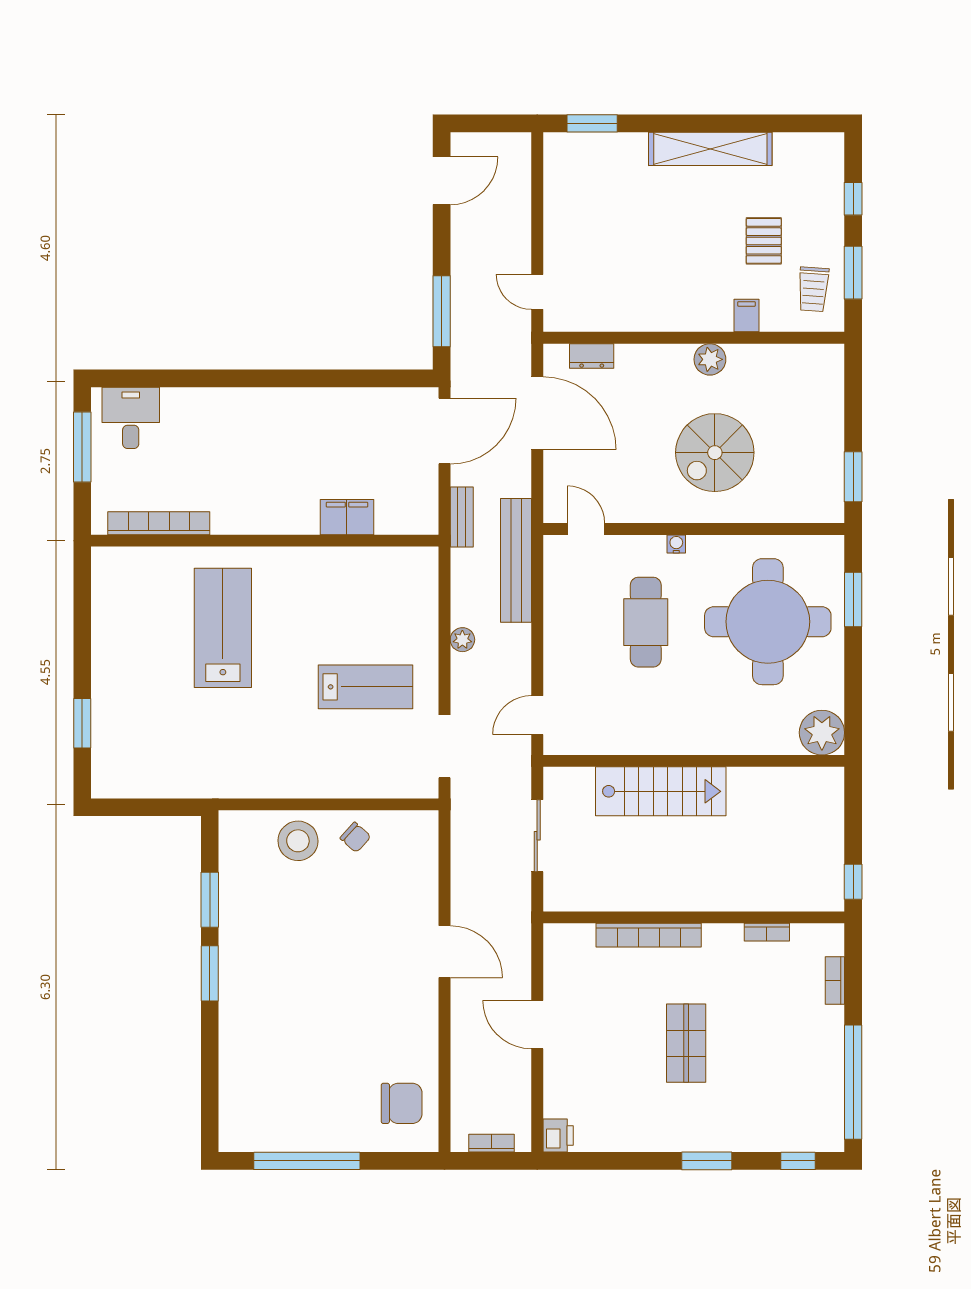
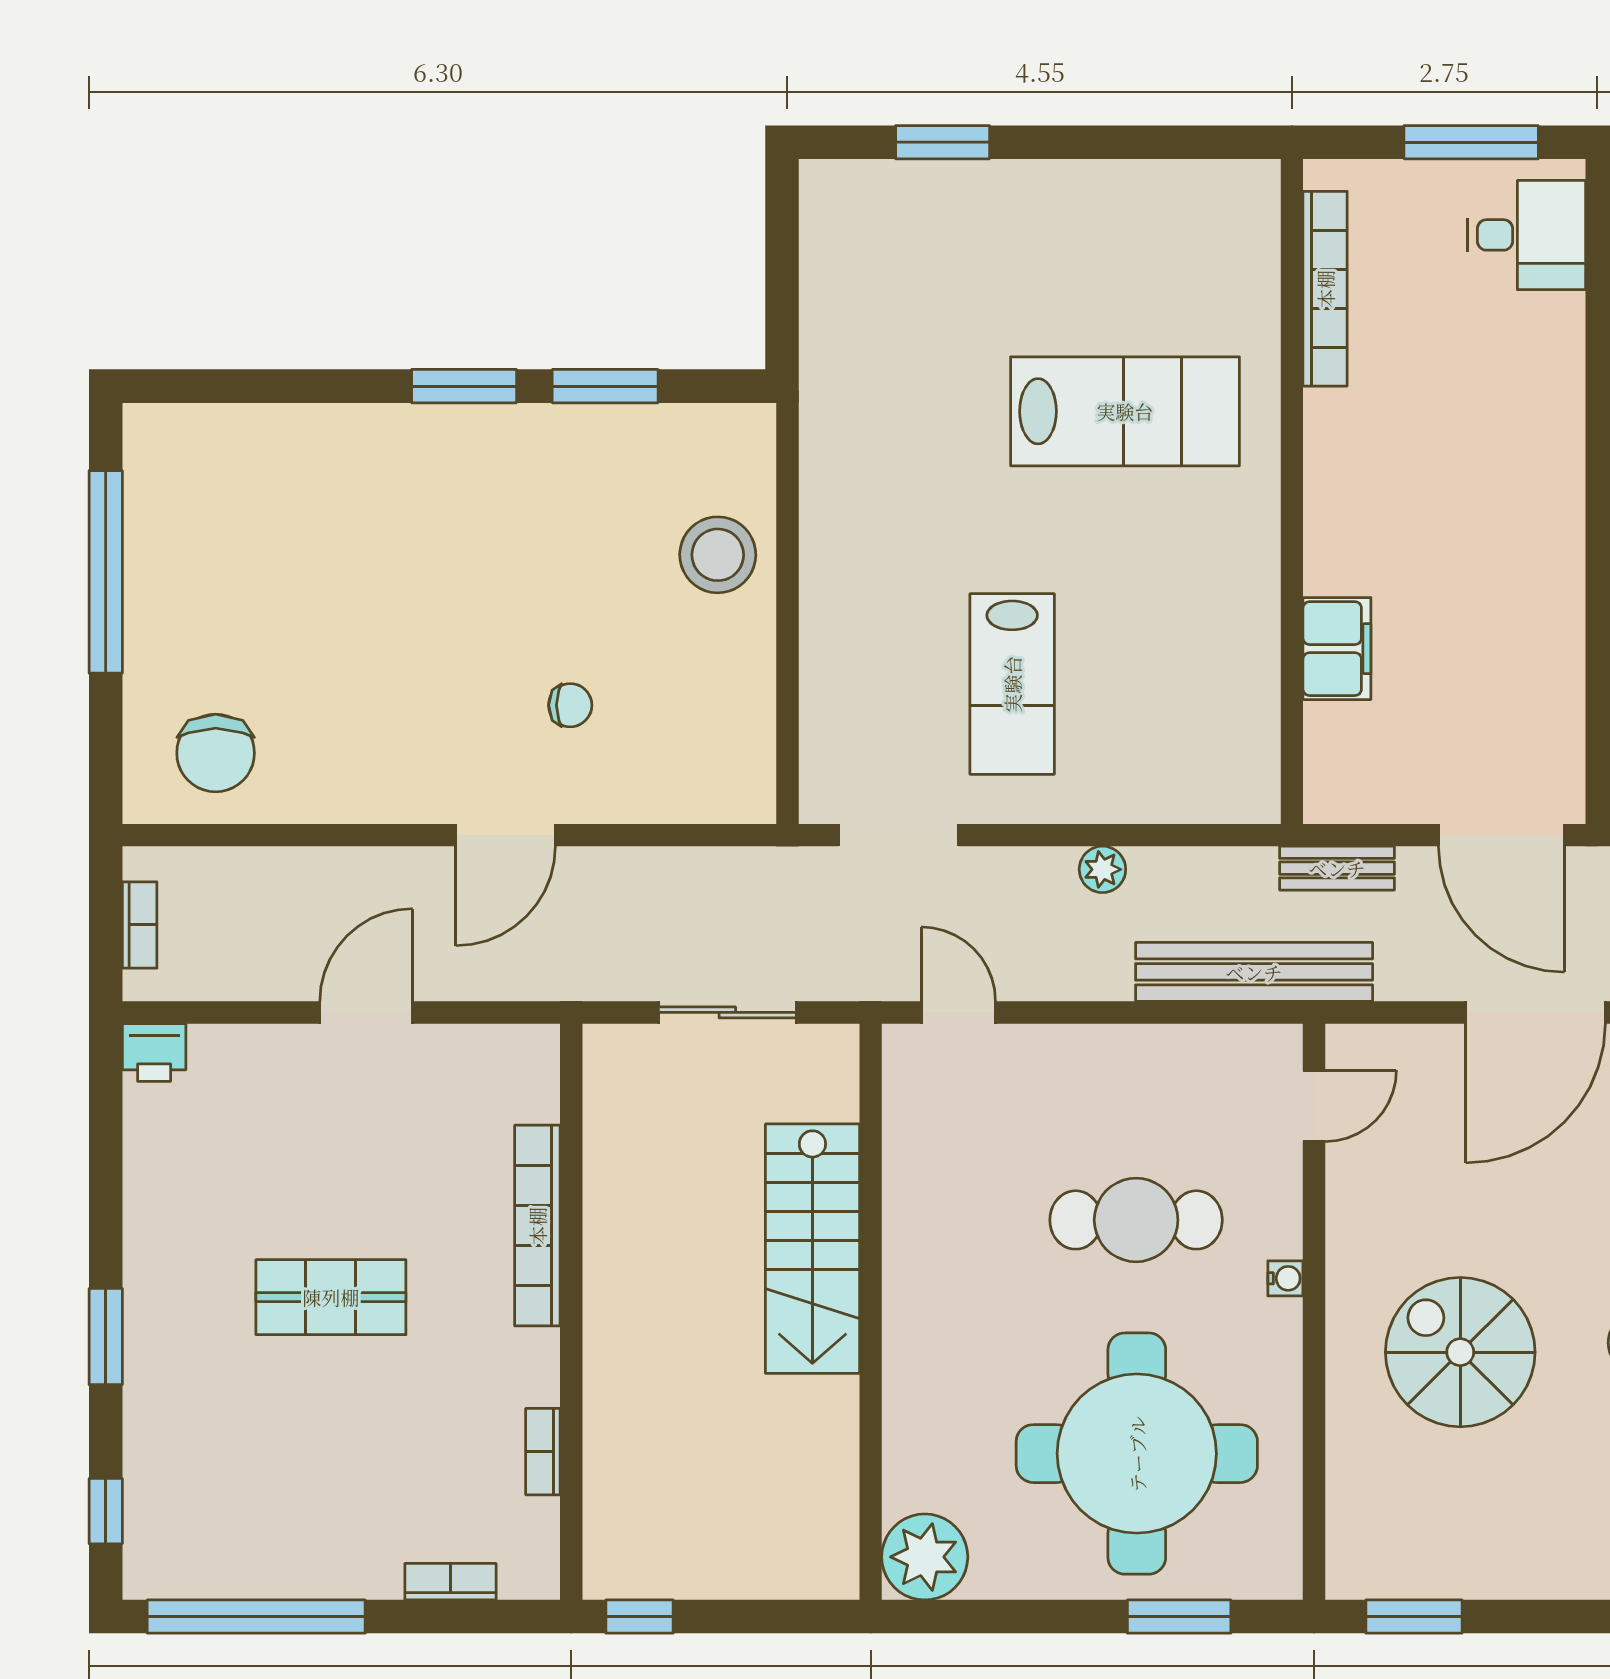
chair: (355, 837) -> (570, 705), moved, turned -132

